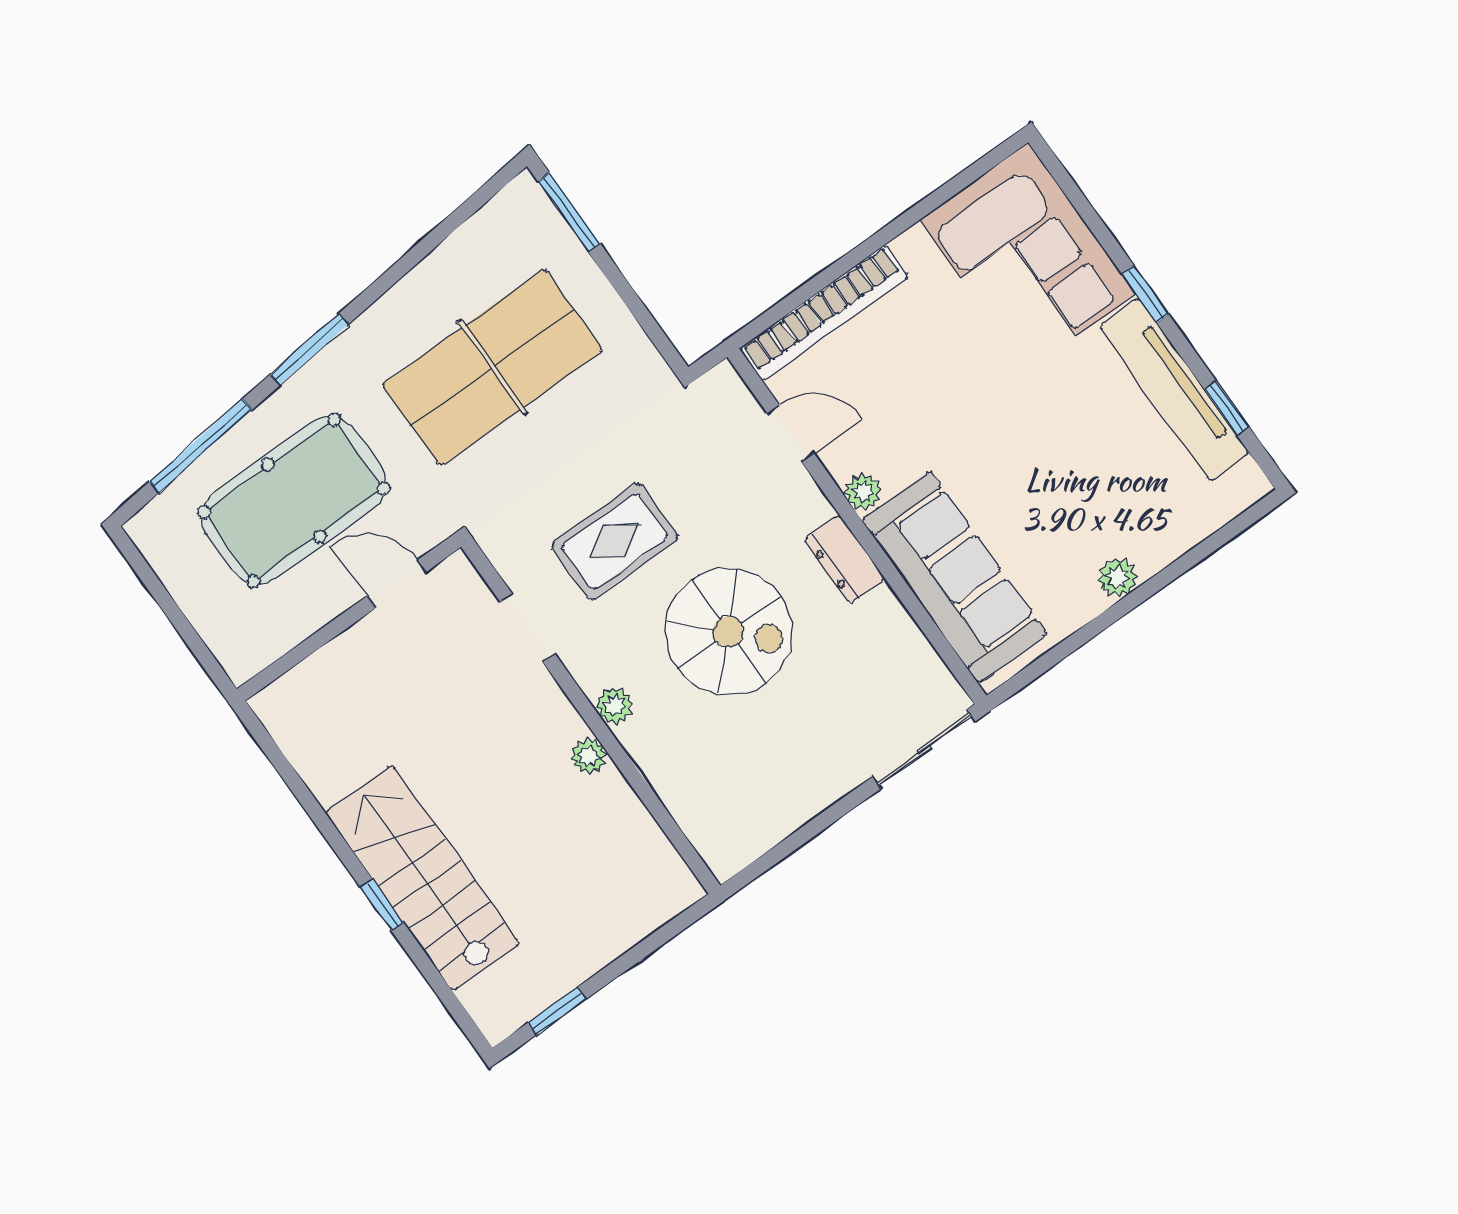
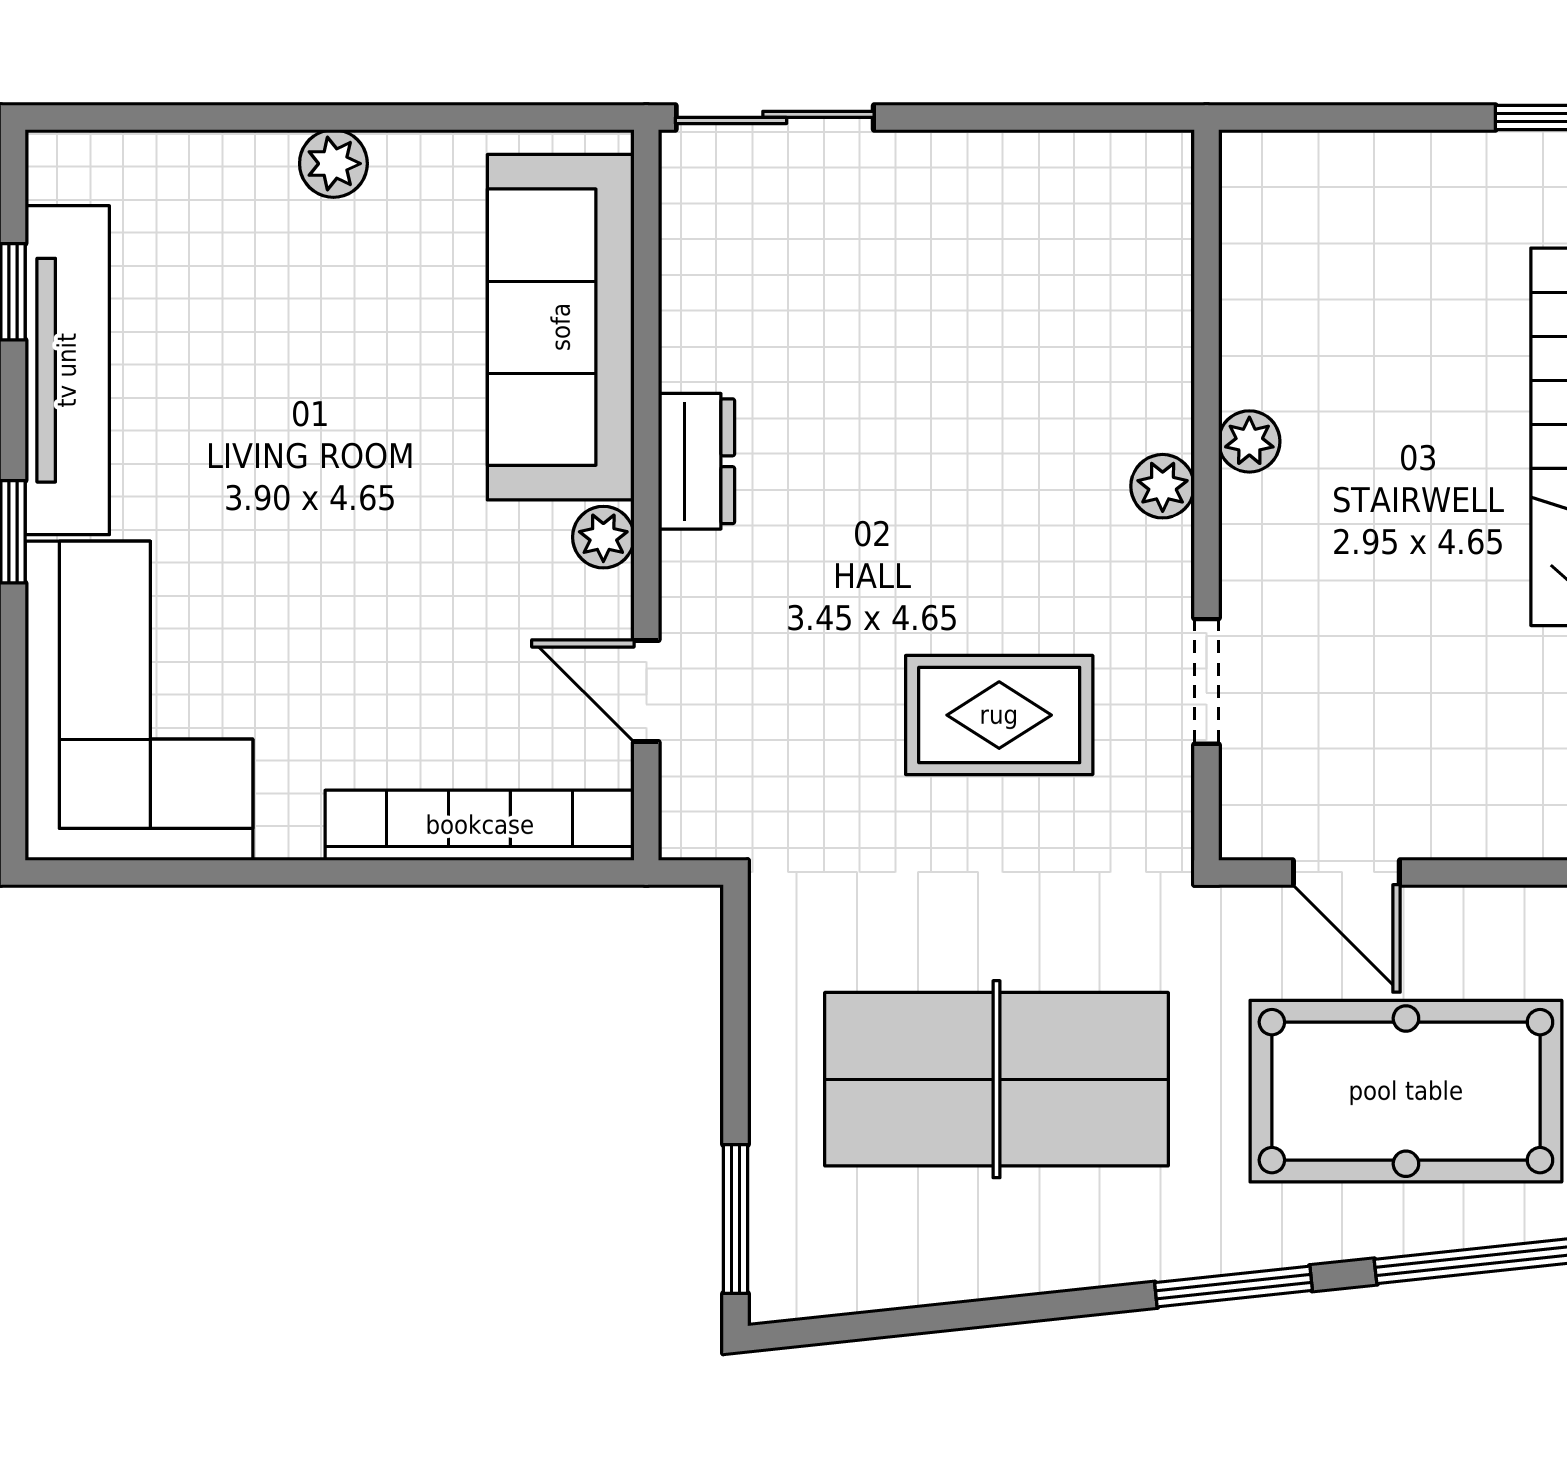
spiral stairs: (728, 632) -> (930, 476), removed

